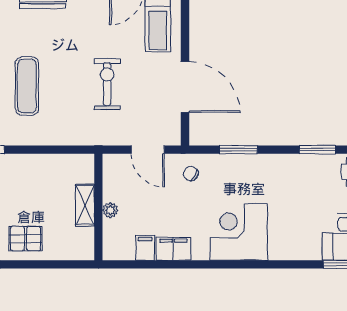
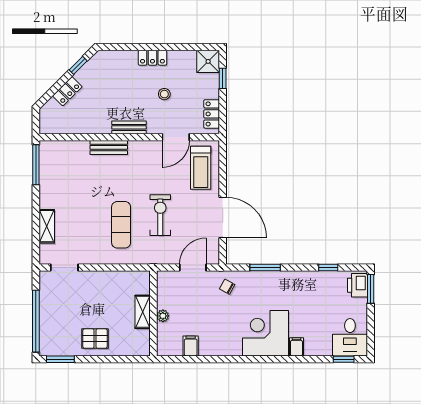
exercise mat: (27, 86) -> (121, 225), moved
door: (148, 150) -> (193, 268), swing flipped
window: (317, 150) -> (328, 268), width x0.67
filing cabinet: (173, 249) -> (296, 347), moved, width x0.50

